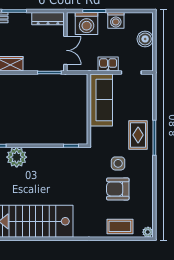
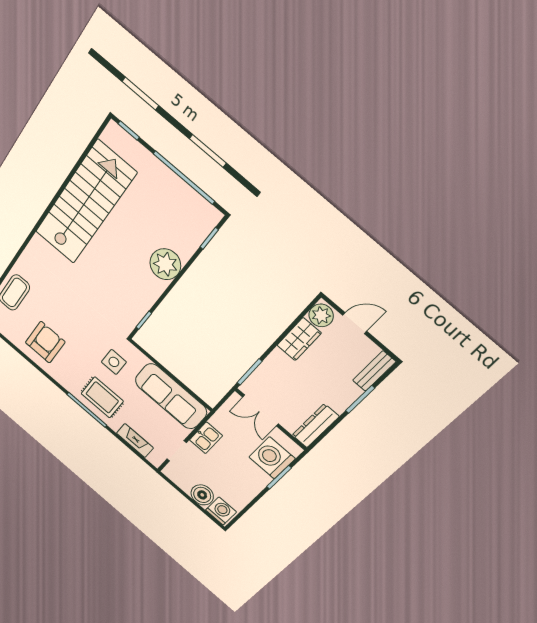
washing machine: (116, 20) -> (221, 511), moved, turned 90
fireplace: (147, 99) -> (135, 441), added
plant: (17, 157) -> (165, 264), moved
side table: (118, 163) -> (114, 362), moved
armchair: (118, 189) -> (45, 342), moved

